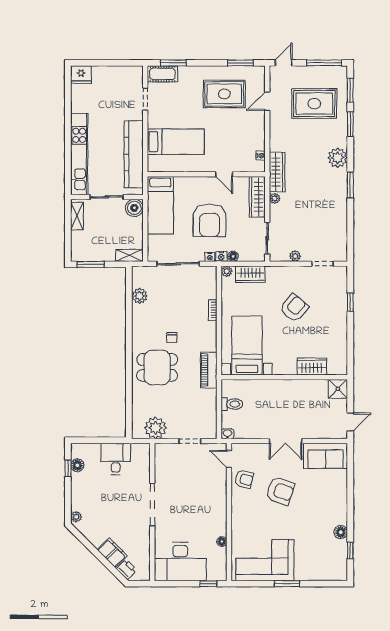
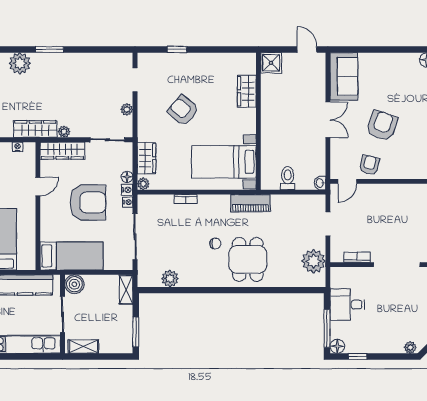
window: (94, 440) -> (327, 328), added
floor lamp: (77, 465) -> (337, 346), moved
bookcase: (159, 468) -> (357, 257), added

